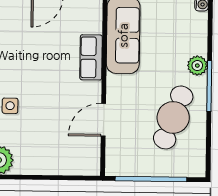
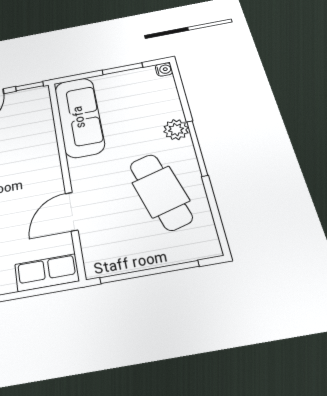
row of seats: (91, 57) -> (47, 273), moved, turned 90
cafe table: (173, 117) -> (161, 192), turned -37

